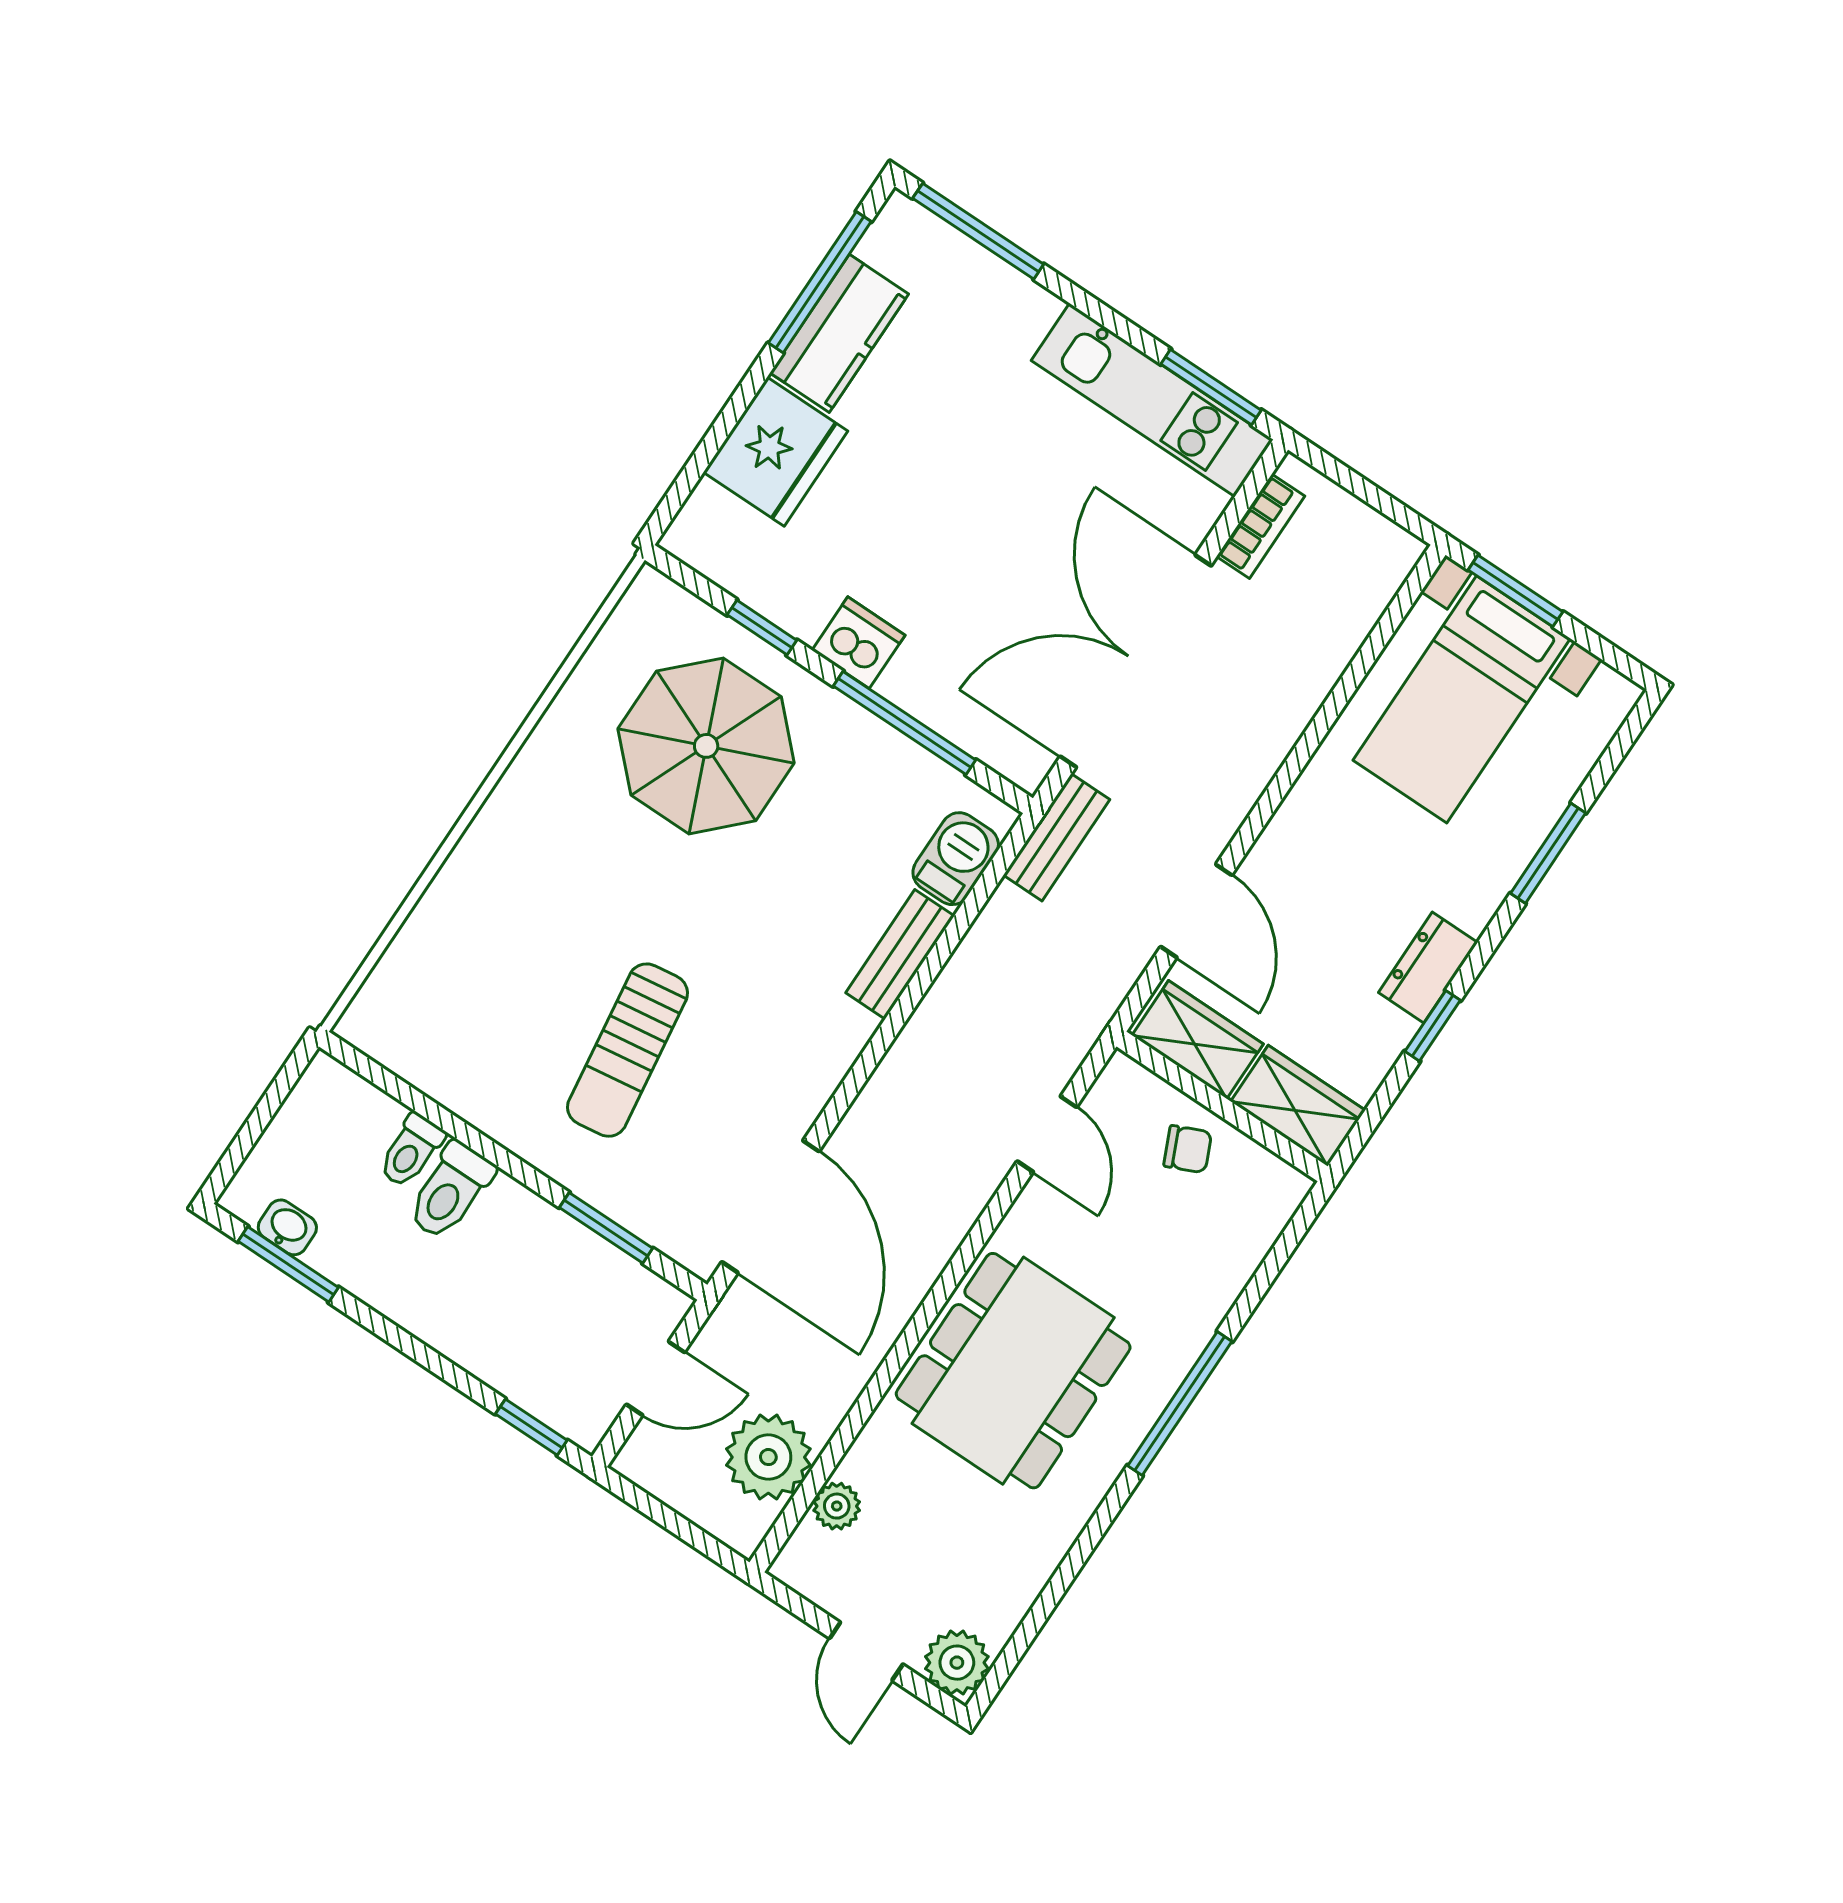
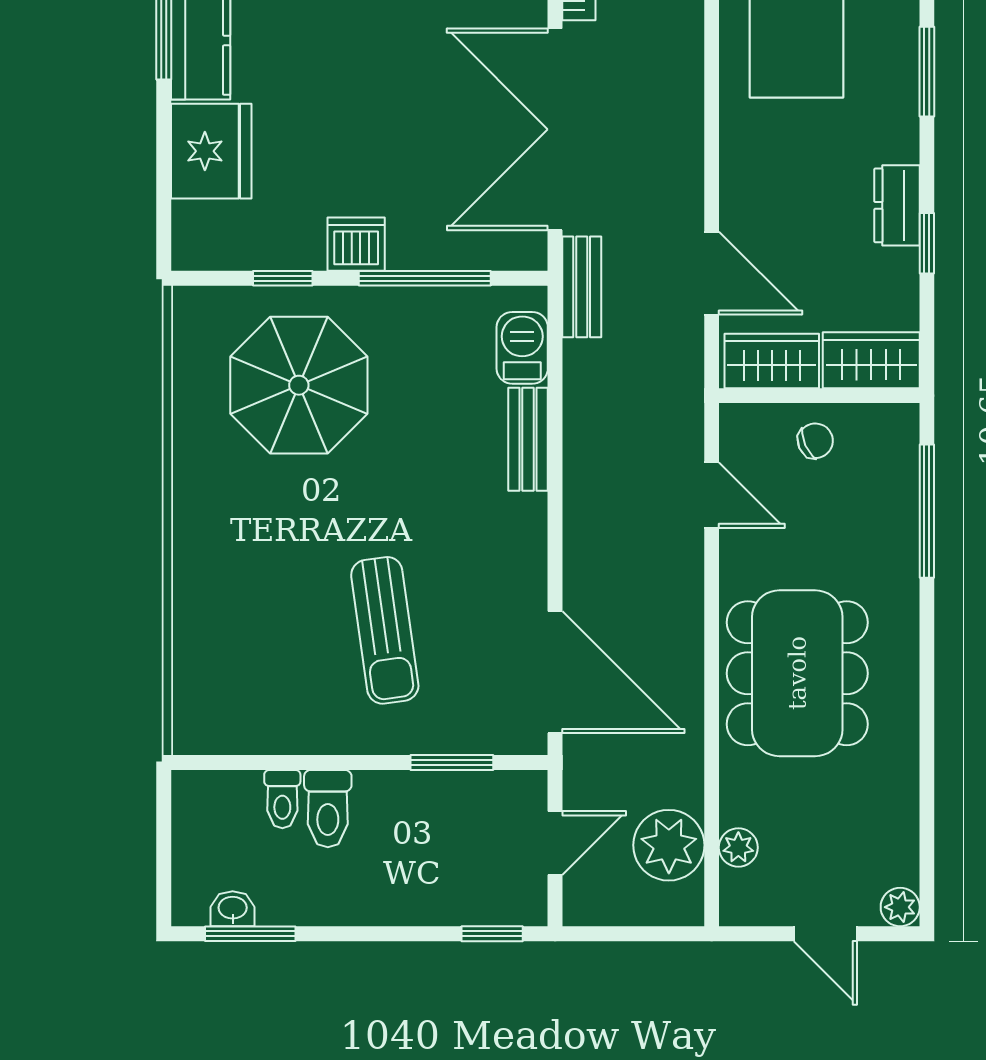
window: (1180, 1404) -> (927, 511), moved
plant: (957, 1663) -> (900, 907), width x0.73, depth x0.73

